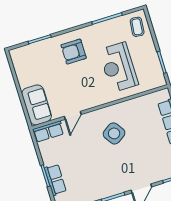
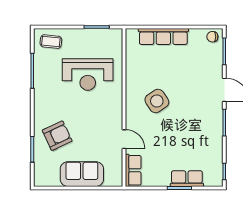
armchair: (74, 52) -> (57, 136), moved, turned -115
sofa: (37, 105) -> (82, 174), moved

